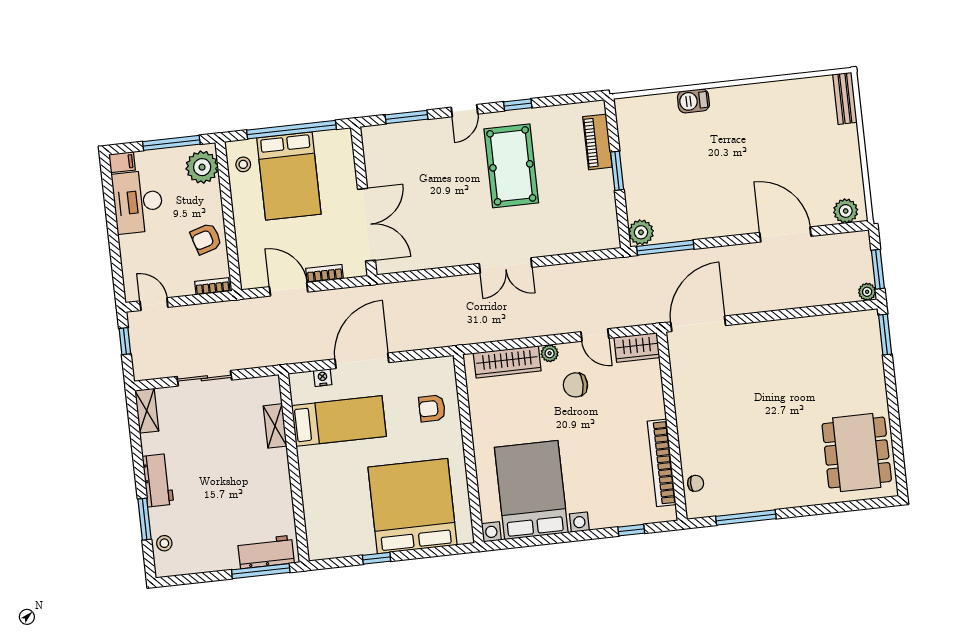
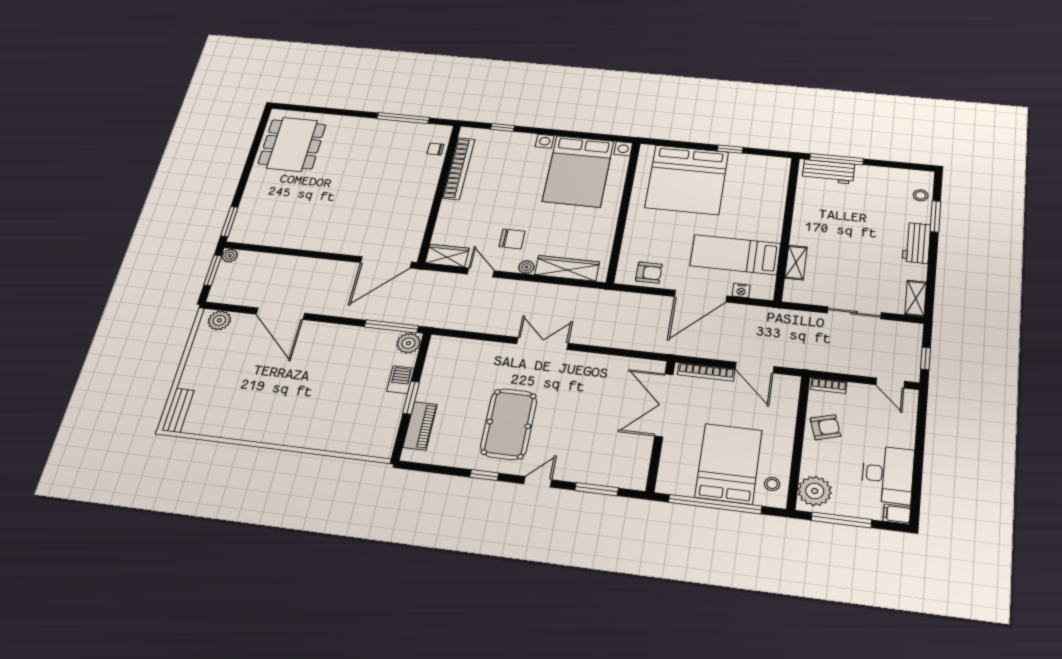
barbecue: (693, 101) -> (400, 380), moved, turned -90
bookcase: (325, 274) -> (706, 372), width x1.56
armchair: (432, 408) -> (649, 273), moved

